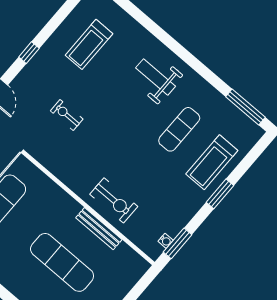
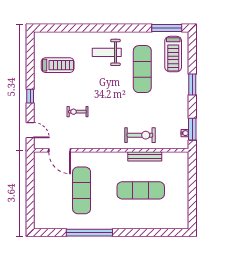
treadmill: (89, 44) -> (58, 65), turned -90
exercise mat: (179, 129) -> (142, 69), width x1.36, depth x1.45
treadmill: (212, 162) -> (173, 54), moved

